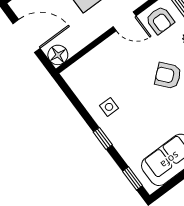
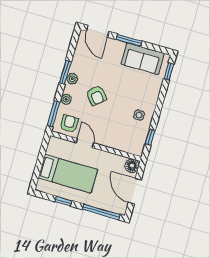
window: (103, 138) -> (150, 137), moved

